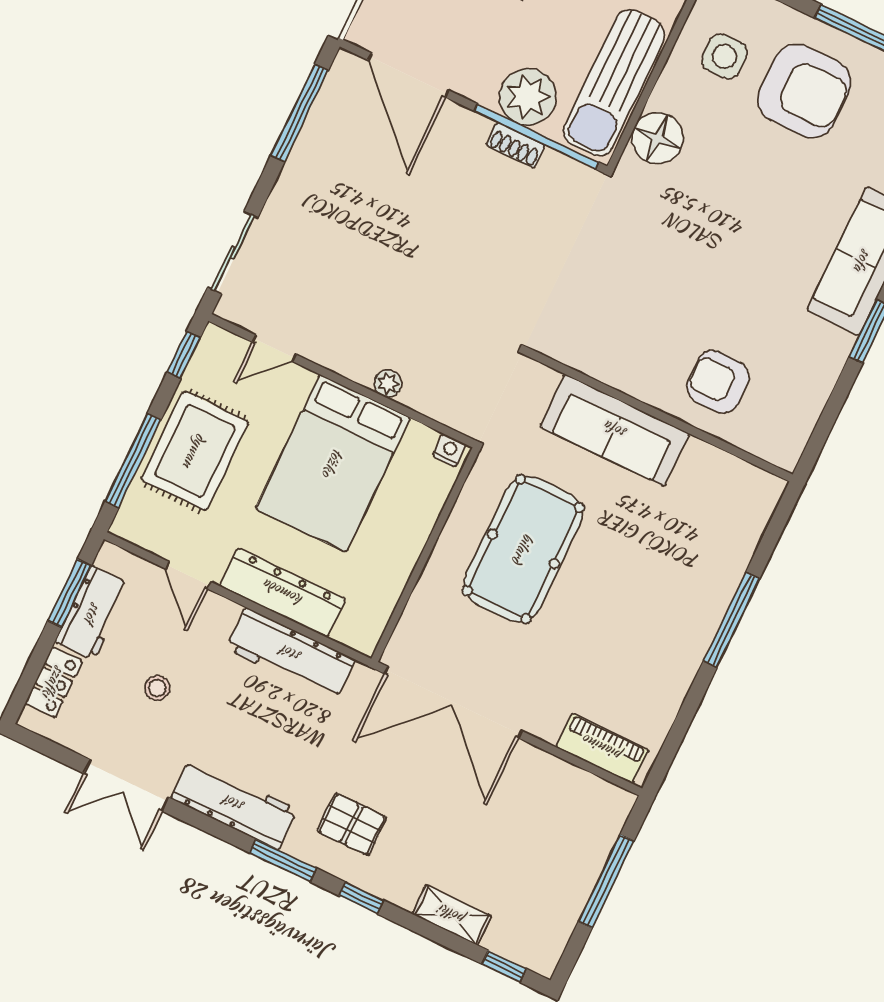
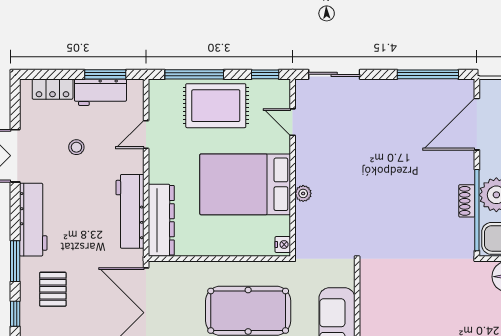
dresser: (283, 593) -> (161, 220), moved

